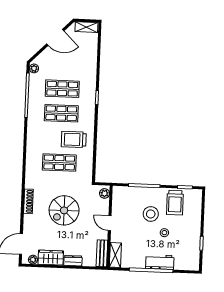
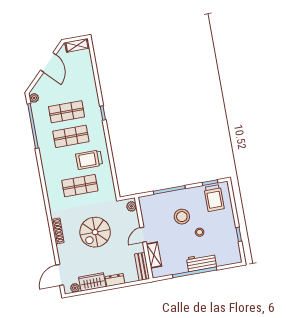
door: (55, 37) -> (48, 62), hinge flipped
trolley: (175, 203) -> (214, 198), moved
door: (110, 223) -> (143, 235), hinge flipped
shelving: (115, 255) -> (154, 255), moved

